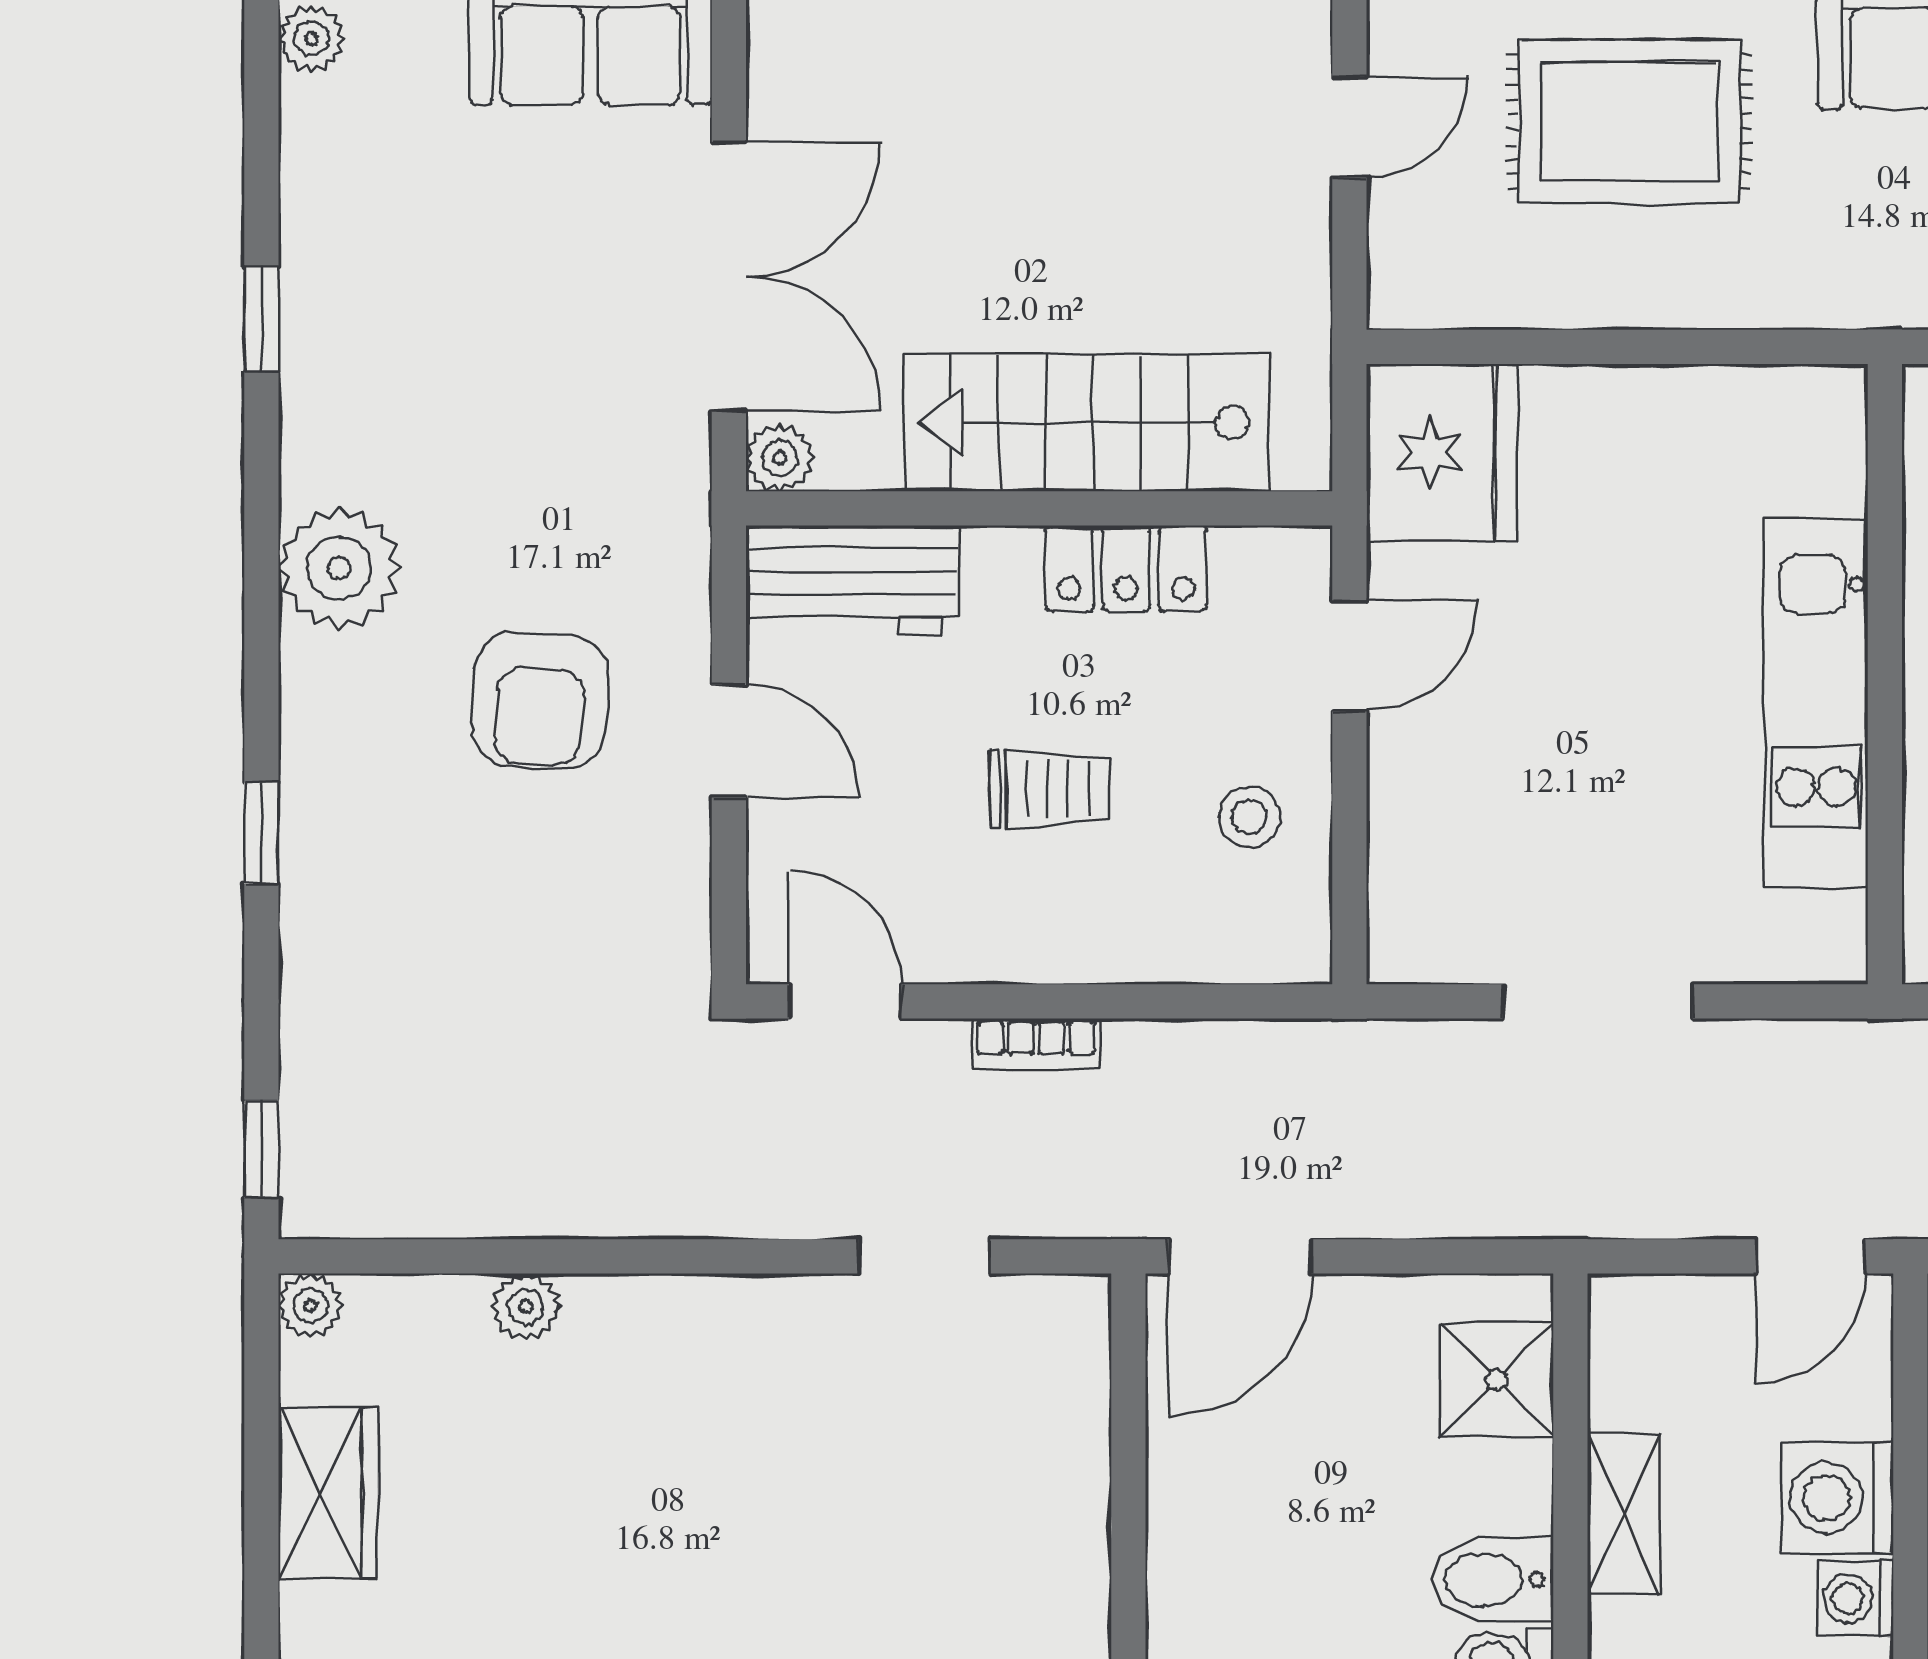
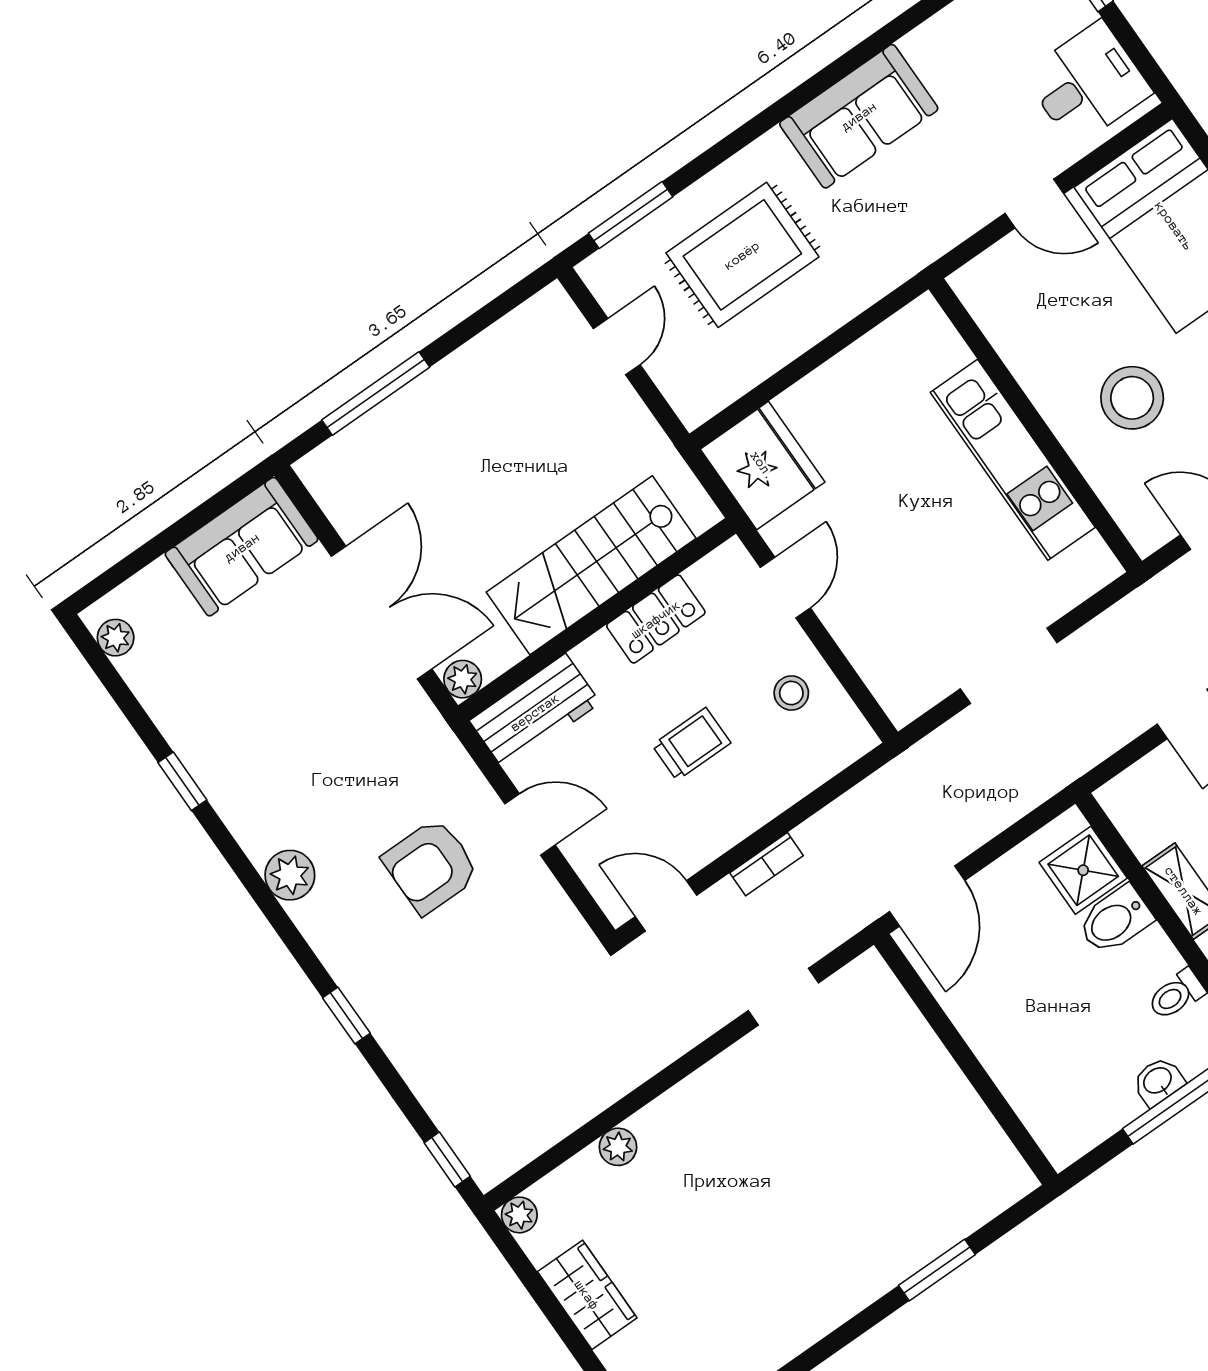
plant: (339, 568) -> (290, 875), width x0.73, depth x0.73
armchair: (540, 701) -> (431, 866), turned 86
bidet: (1492, 1580) -> (1115, 920), moved

